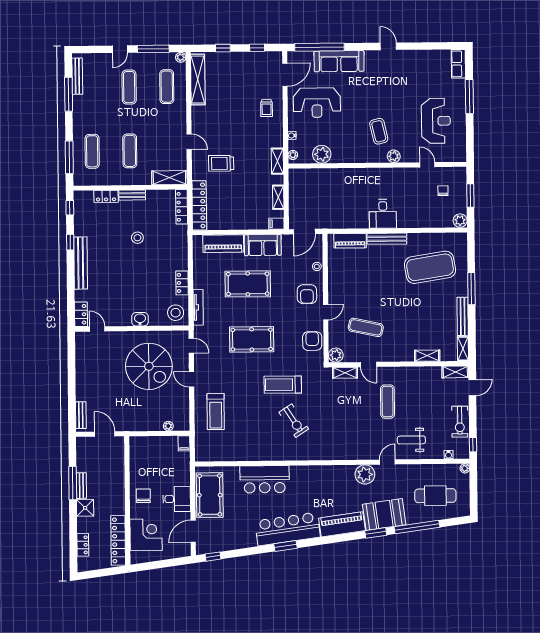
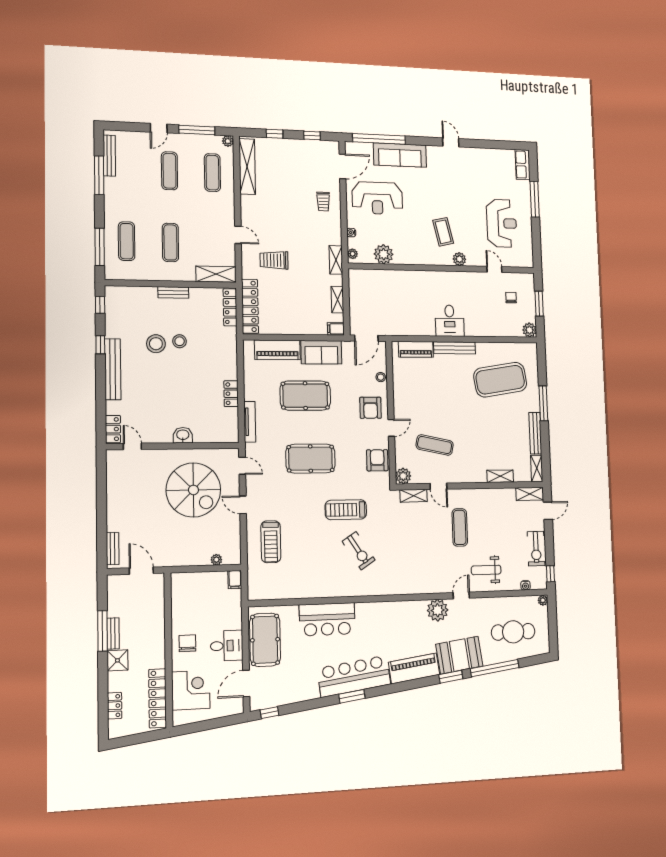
locker: (106, 196) -> (143, 293), removed
stool: (176, 313) -> (156, 344), moved

